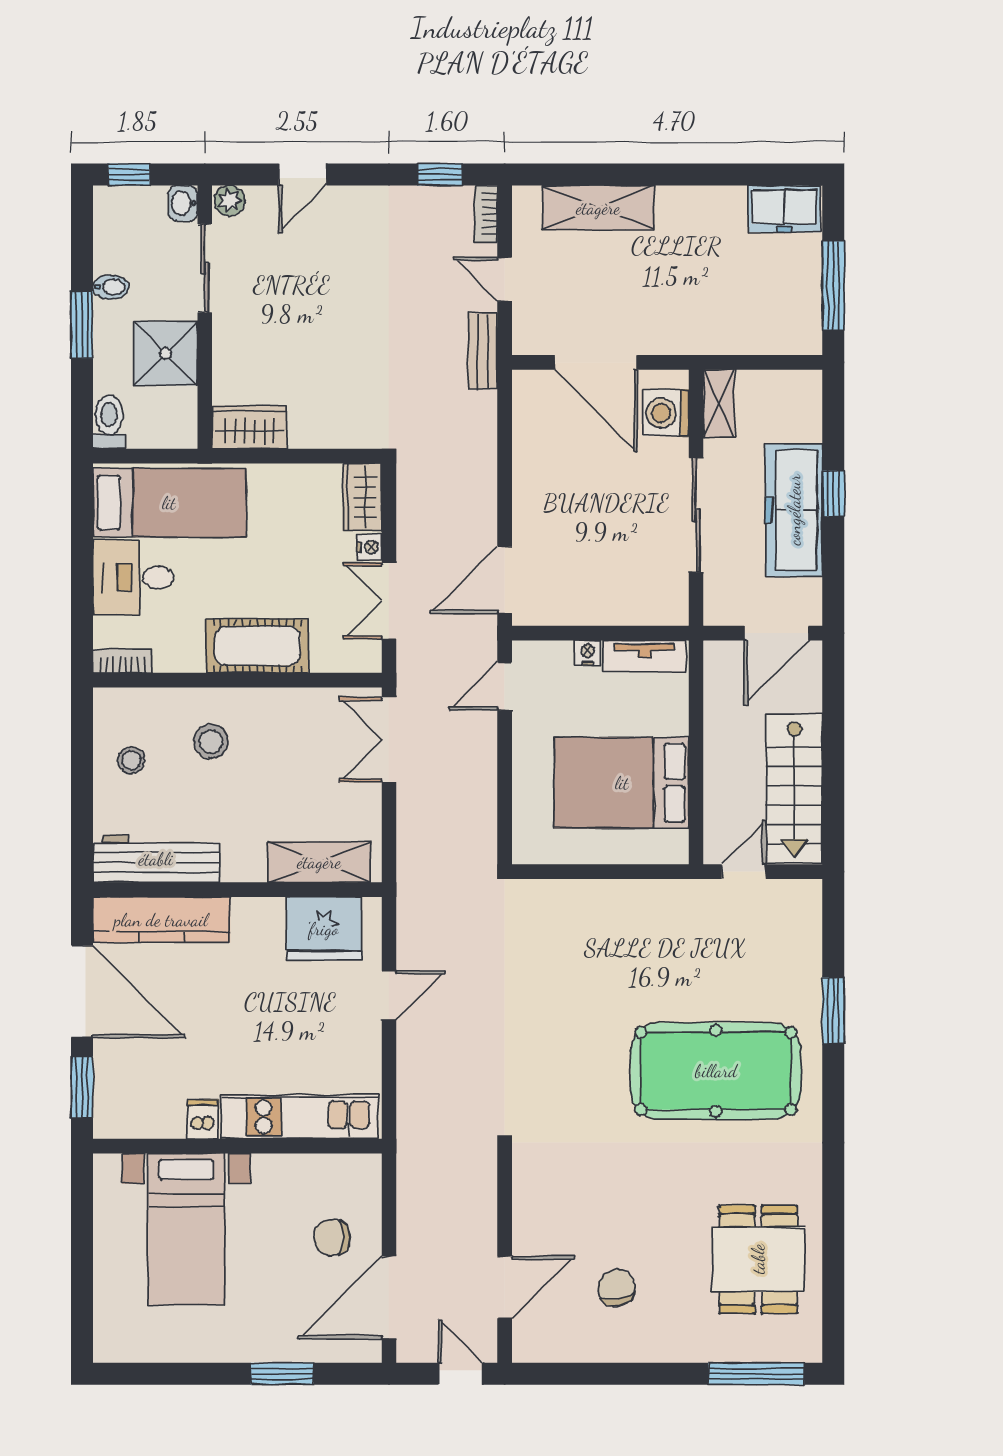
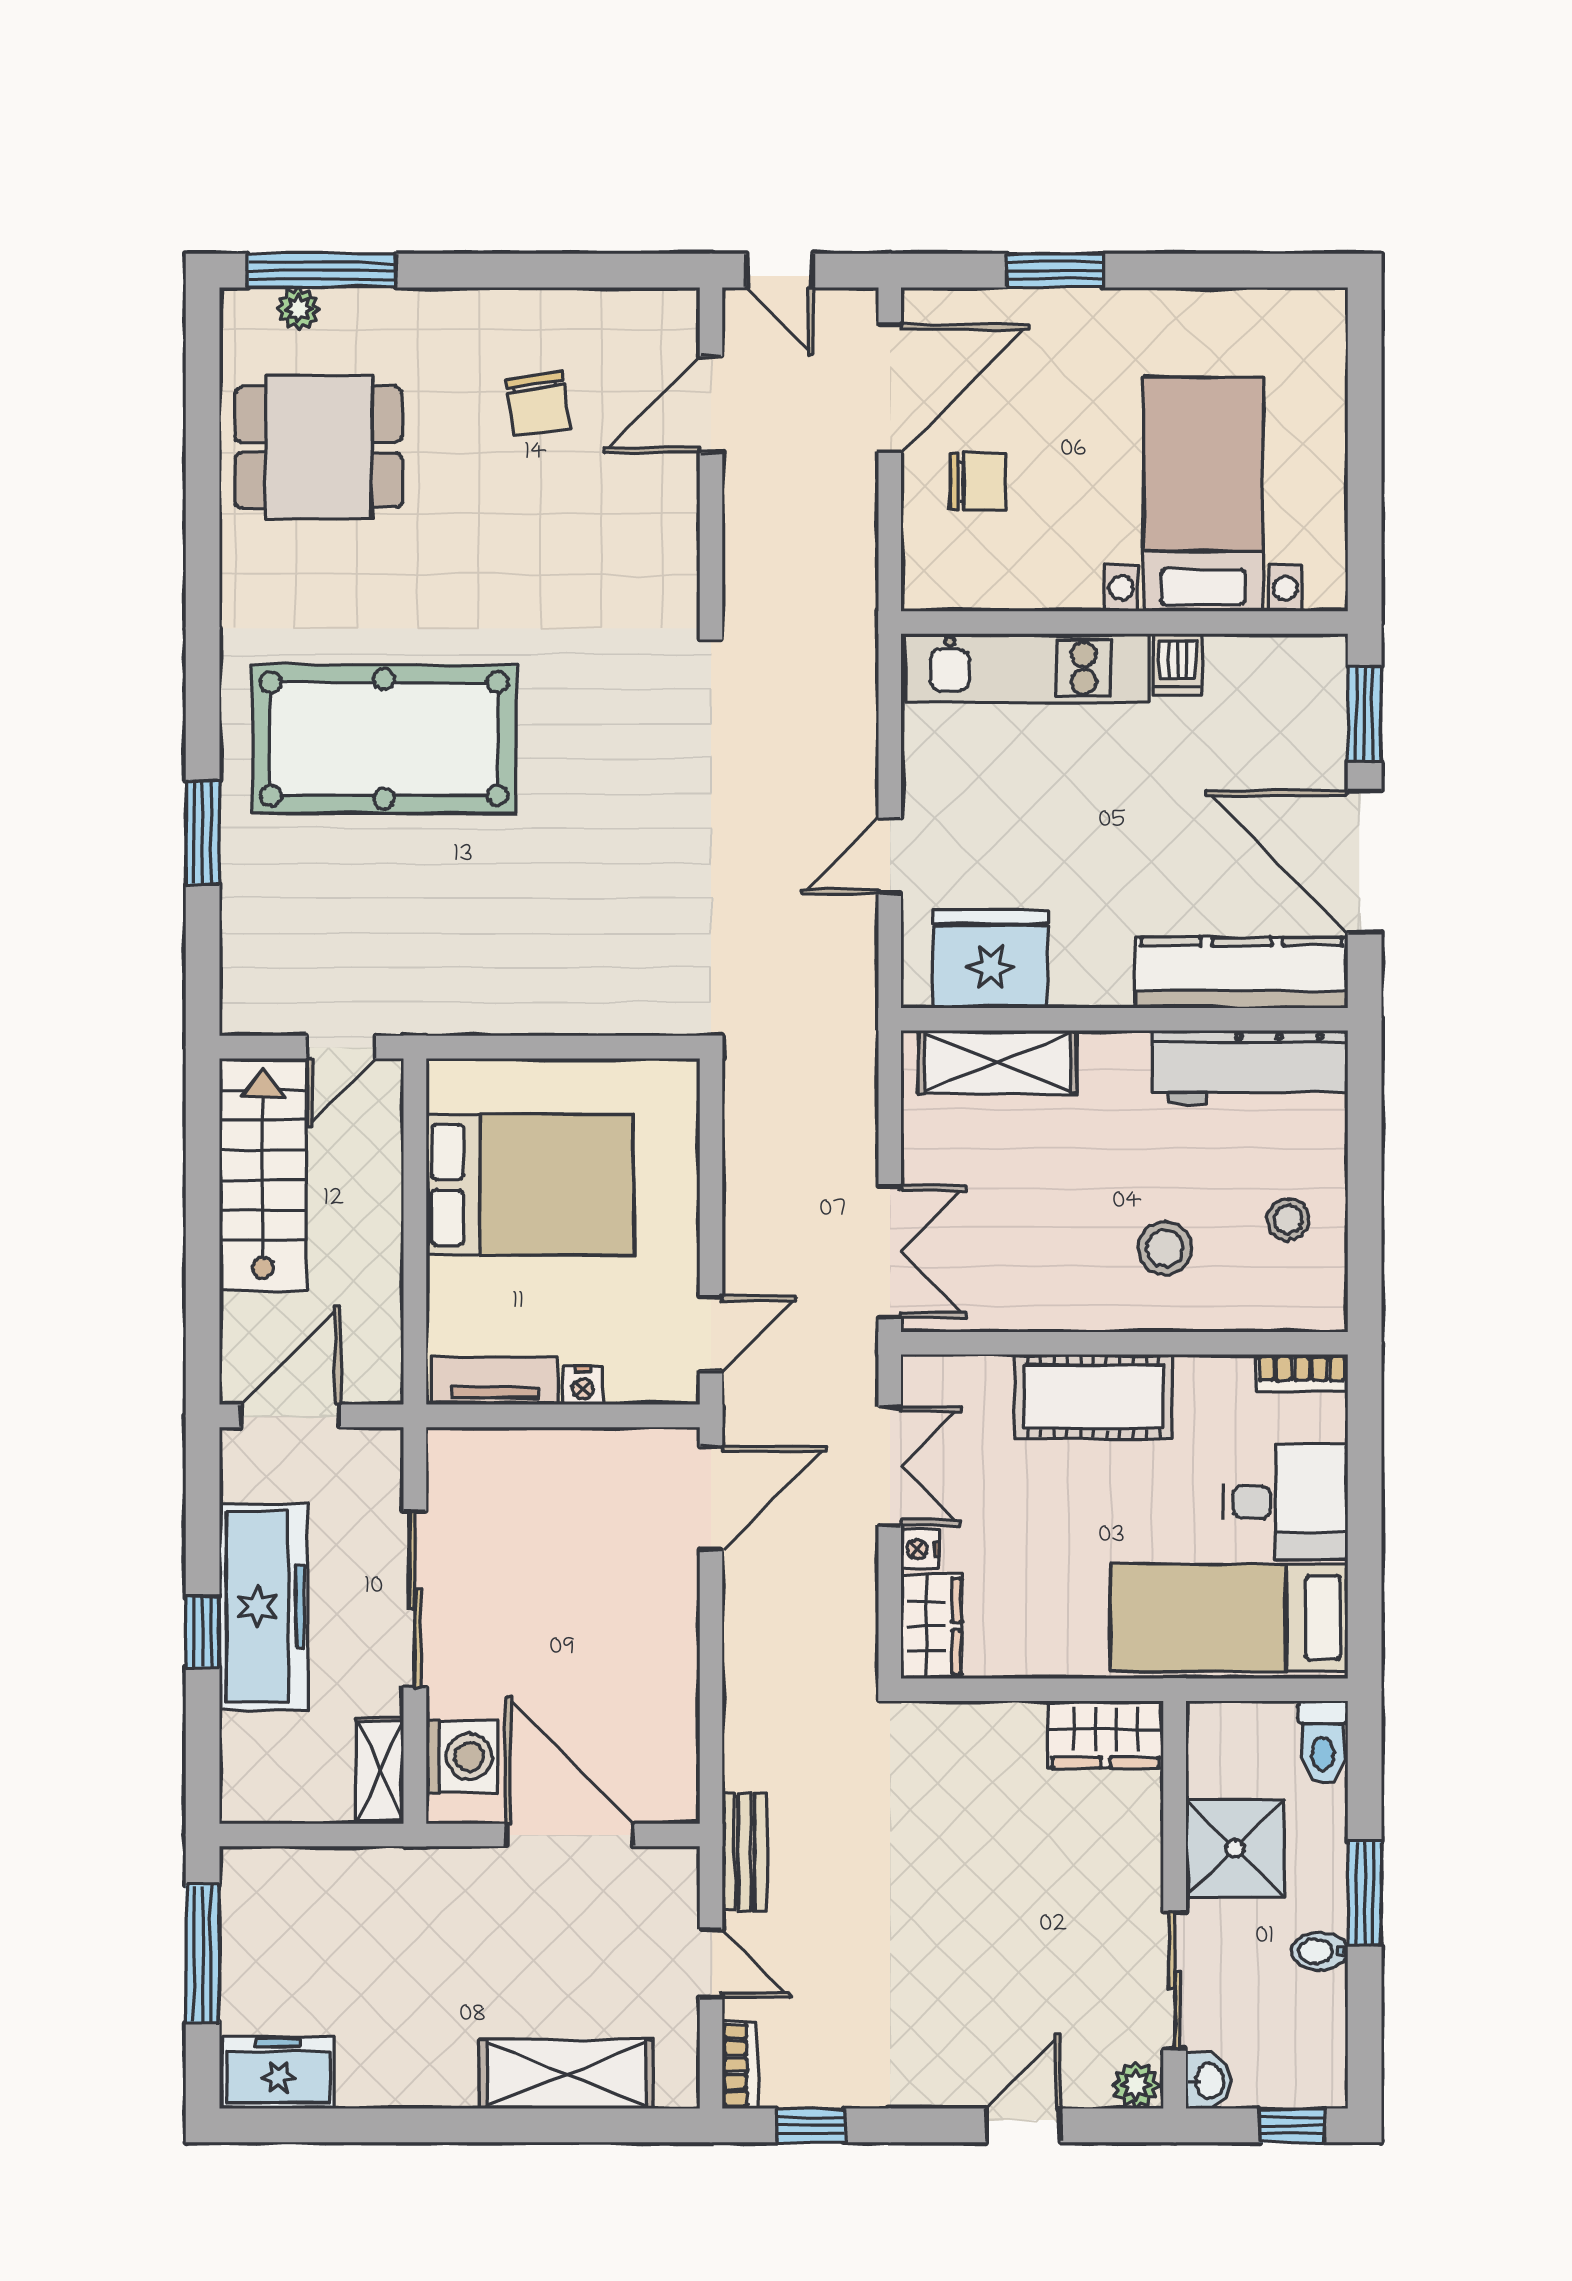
dining table: (758, 1259) -> (319, 447), turned 90
plant: (771, 1349) -> (299, 309), added

